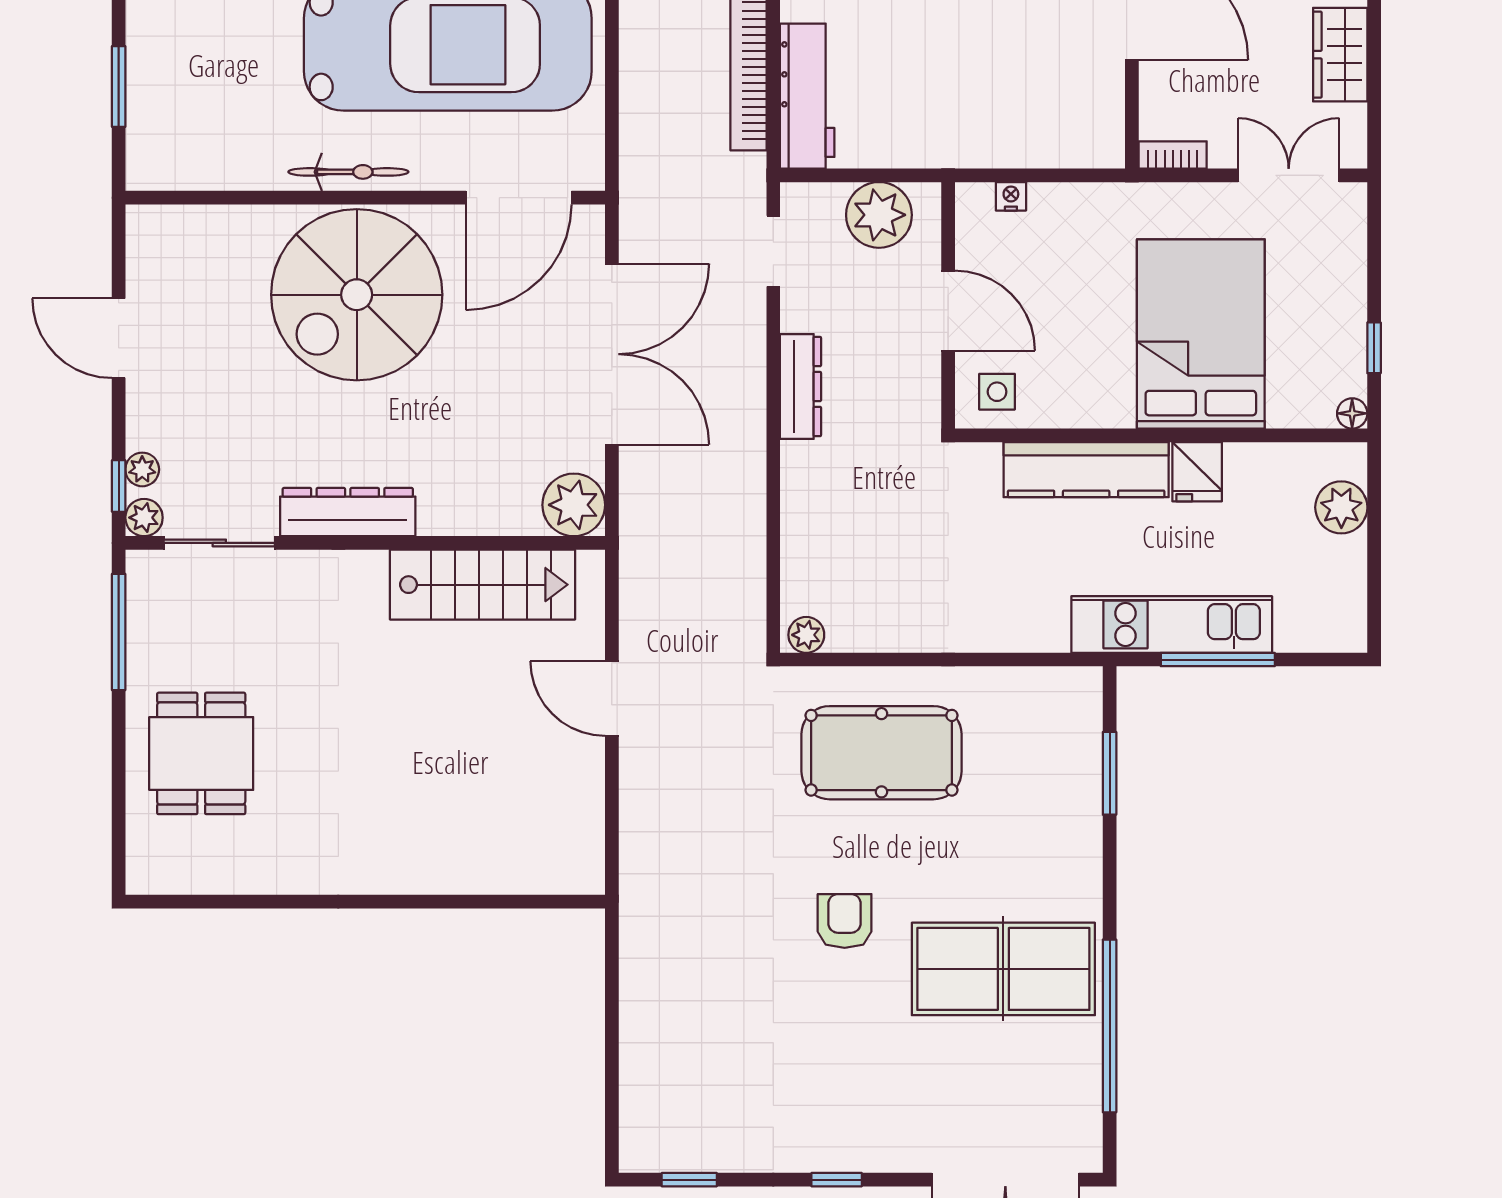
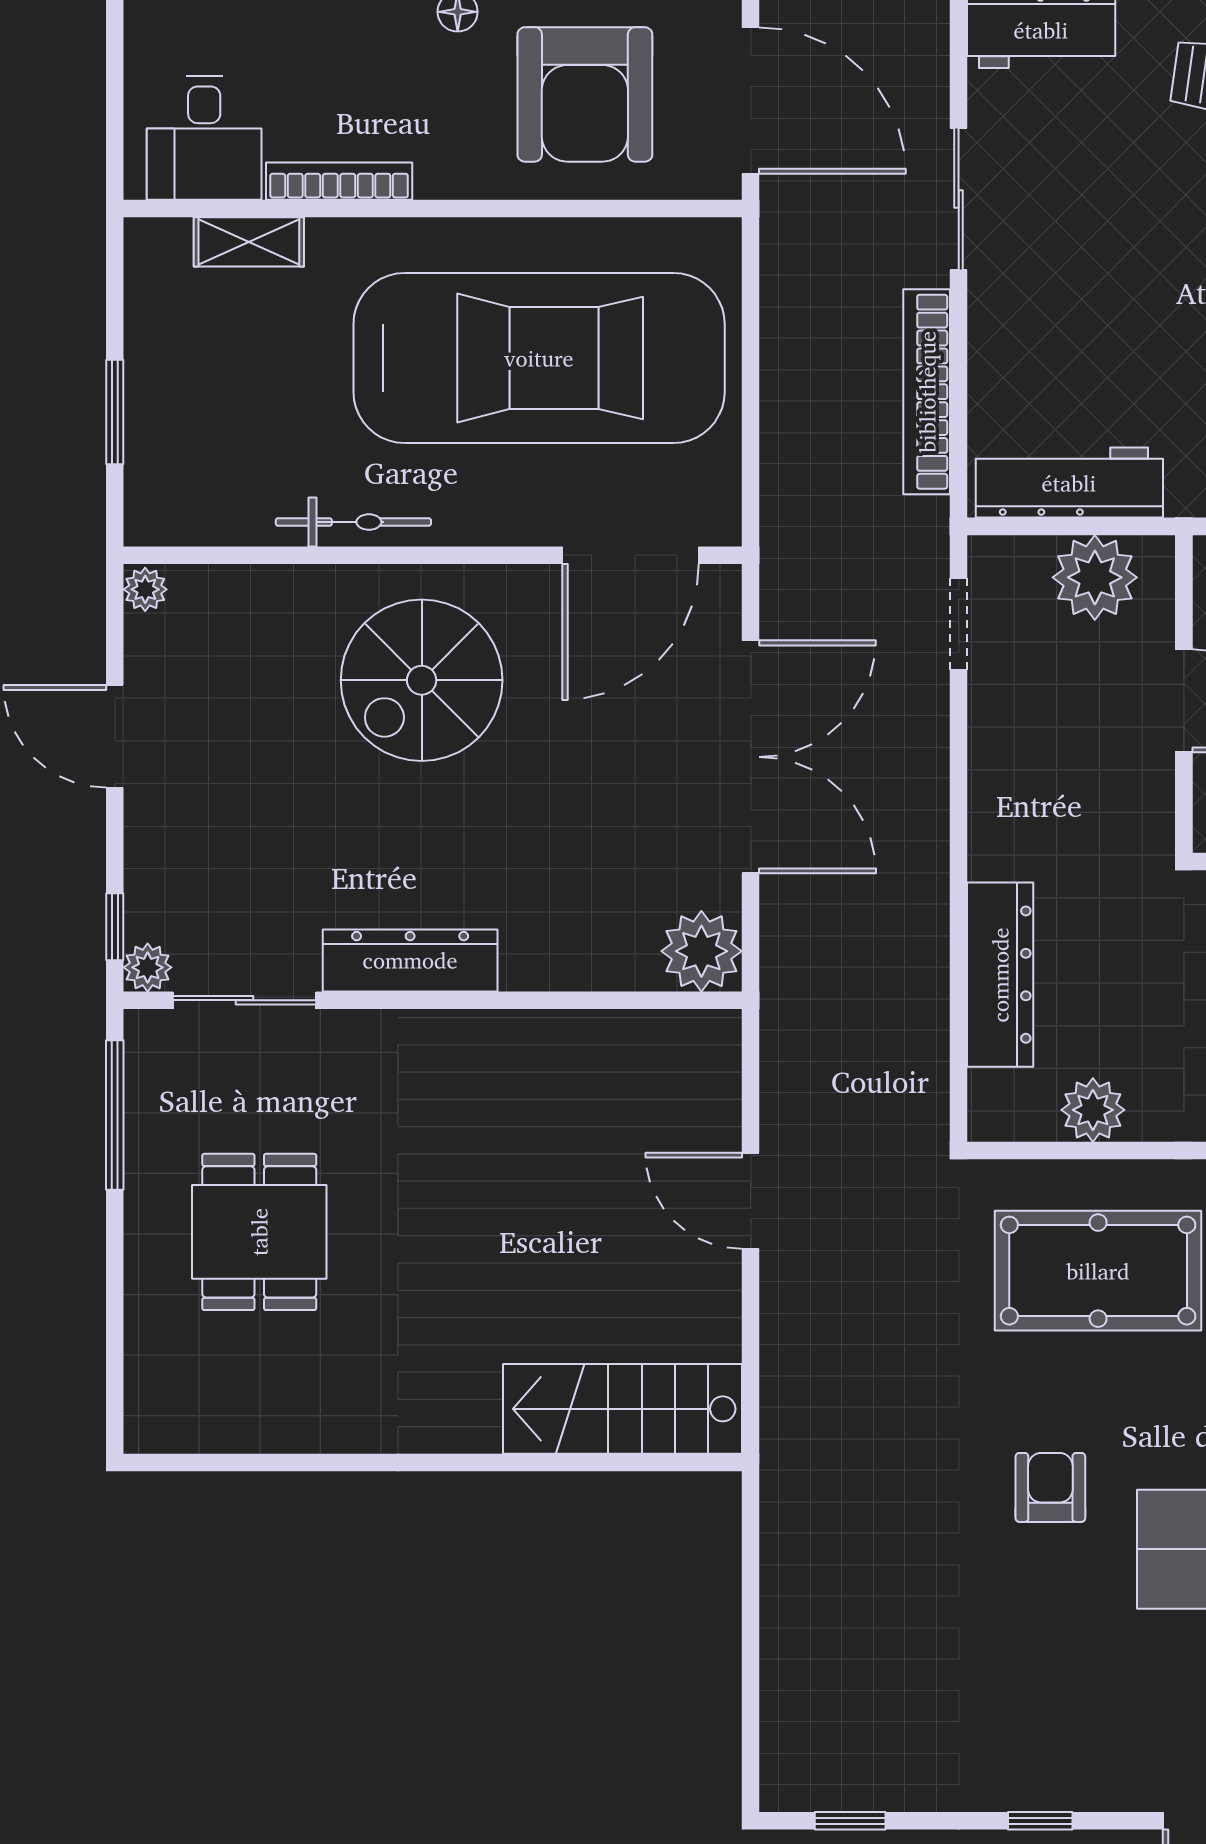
workbench: (807, 96) -> (1069, 483), moved, turned -90
bicycle: (348, 172) -> (353, 522), moved
spiral stairs: (357, 295) -> (422, 680), width x0.73, depth x0.73
dresser: (801, 387) -> (1000, 975), moved, width x1.37, depth x1.24
plant: (142, 469) -> (145, 589), moved
stairs: (483, 585) -> (623, 1409), moved, turned 180
plant: (806, 635) -> (1093, 1110), moved, width x1.38, depth x1.38
dining table: (201, 753) -> (259, 1232), moved

